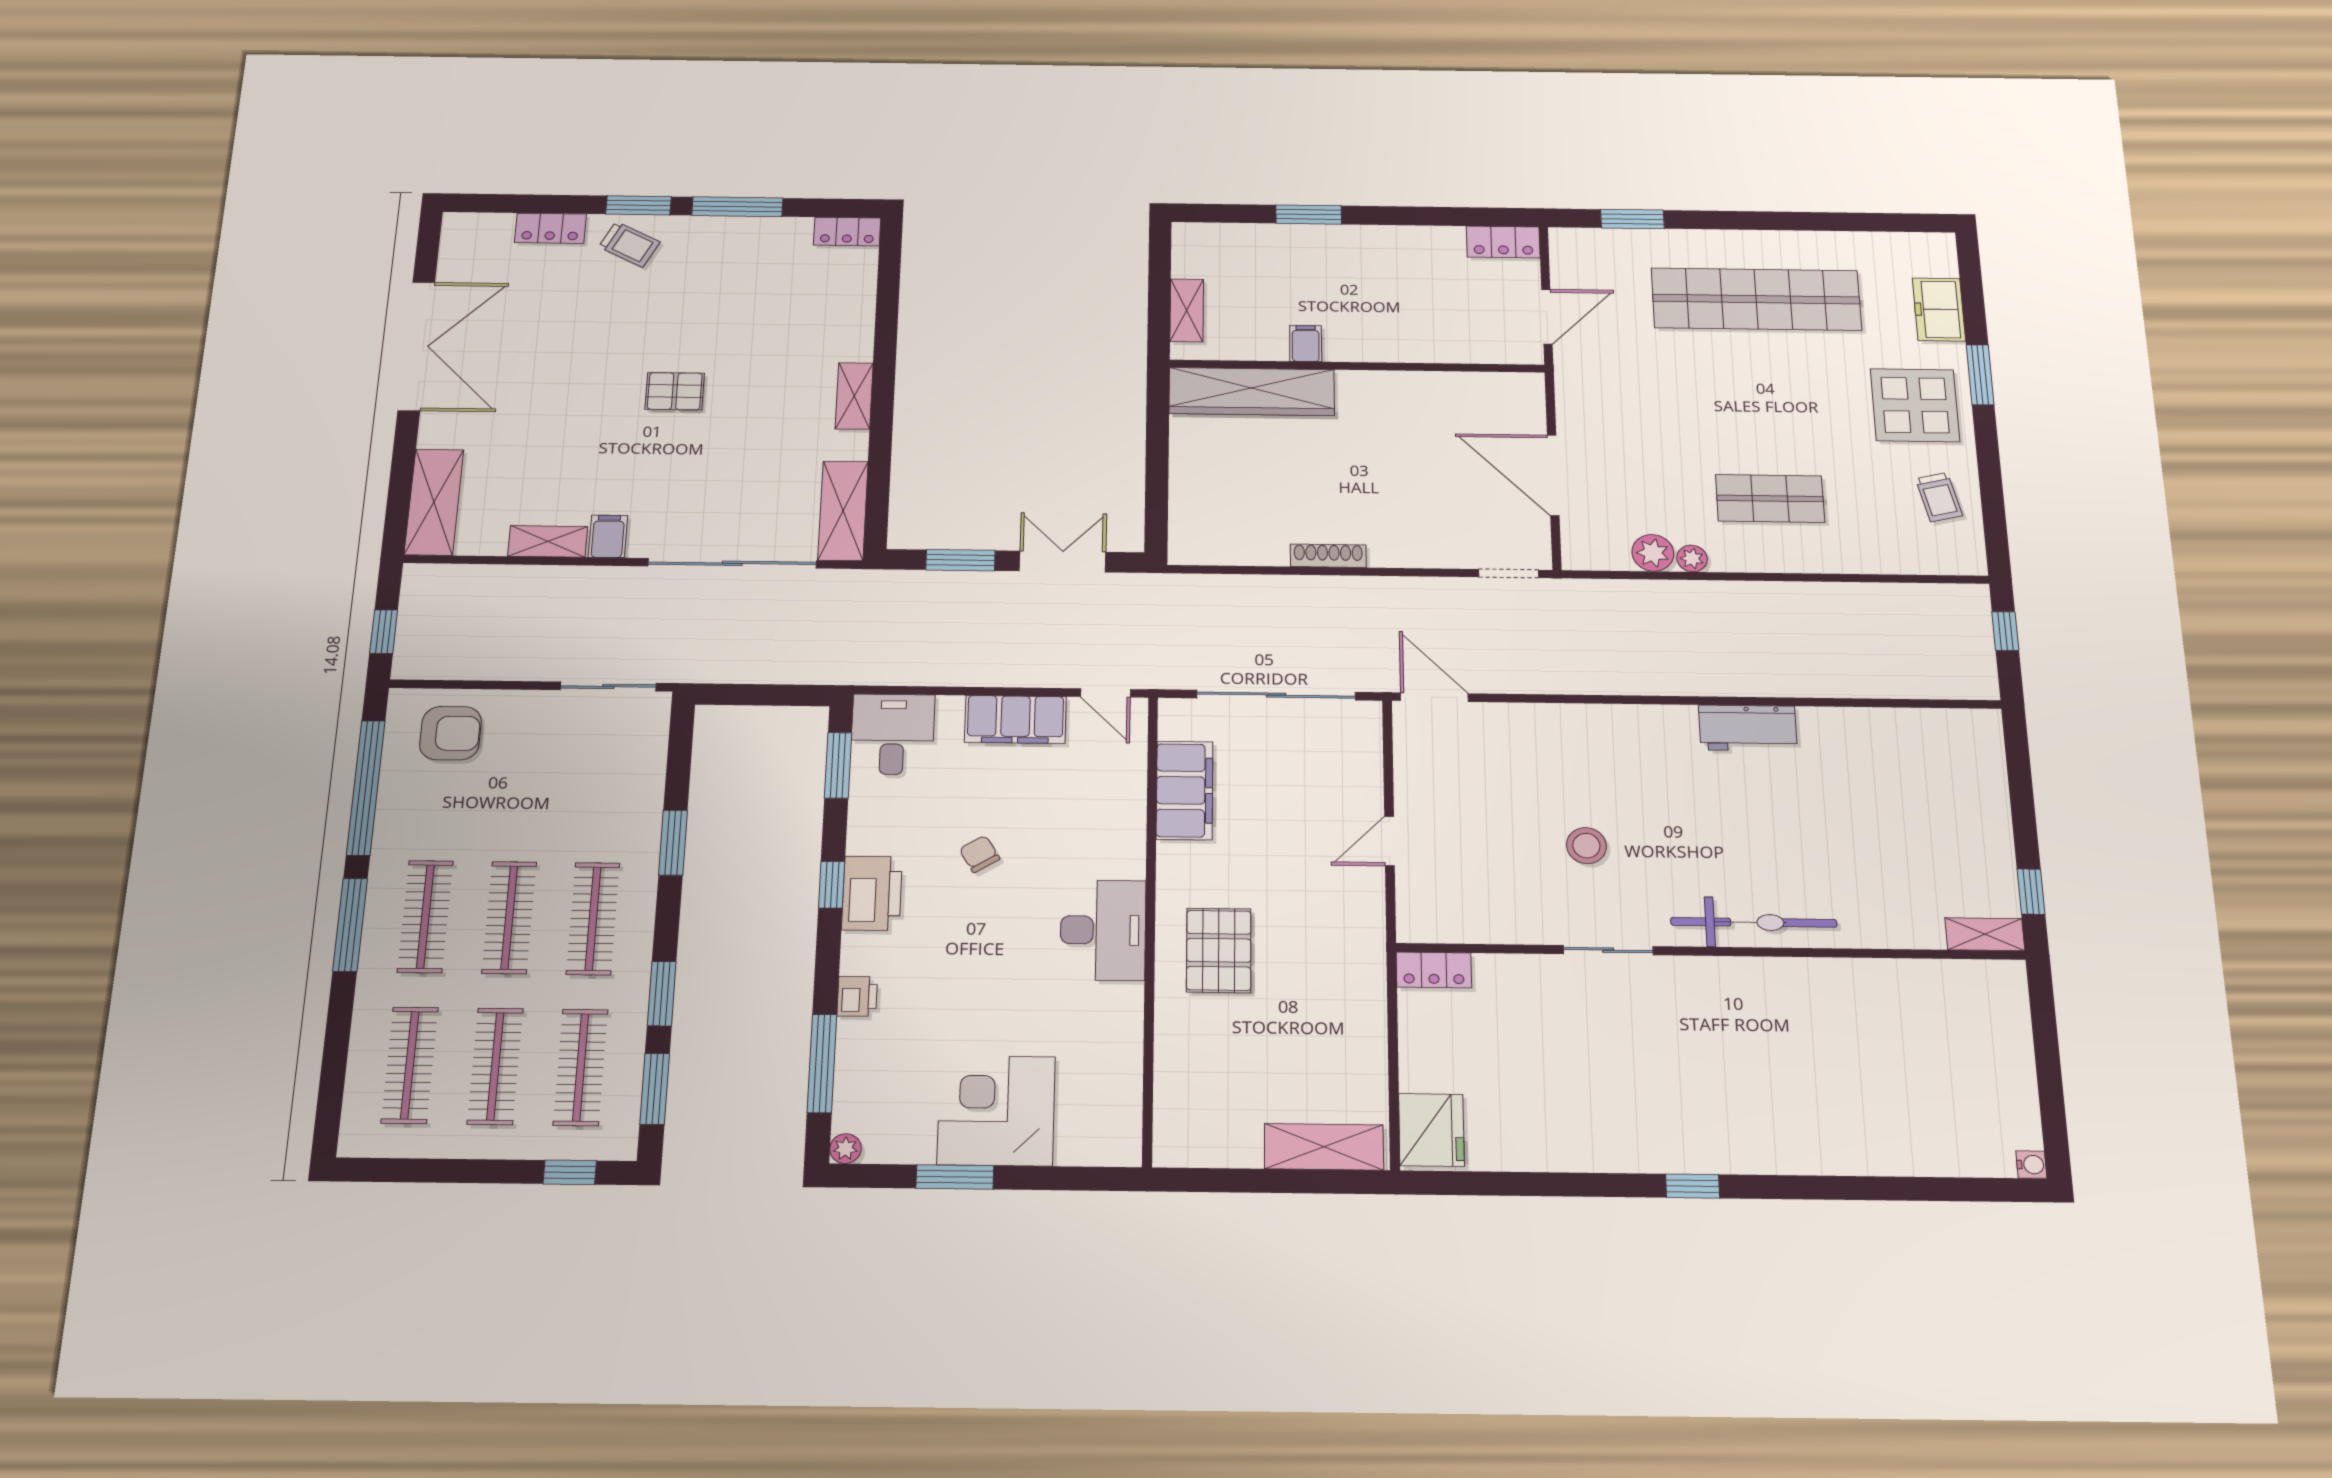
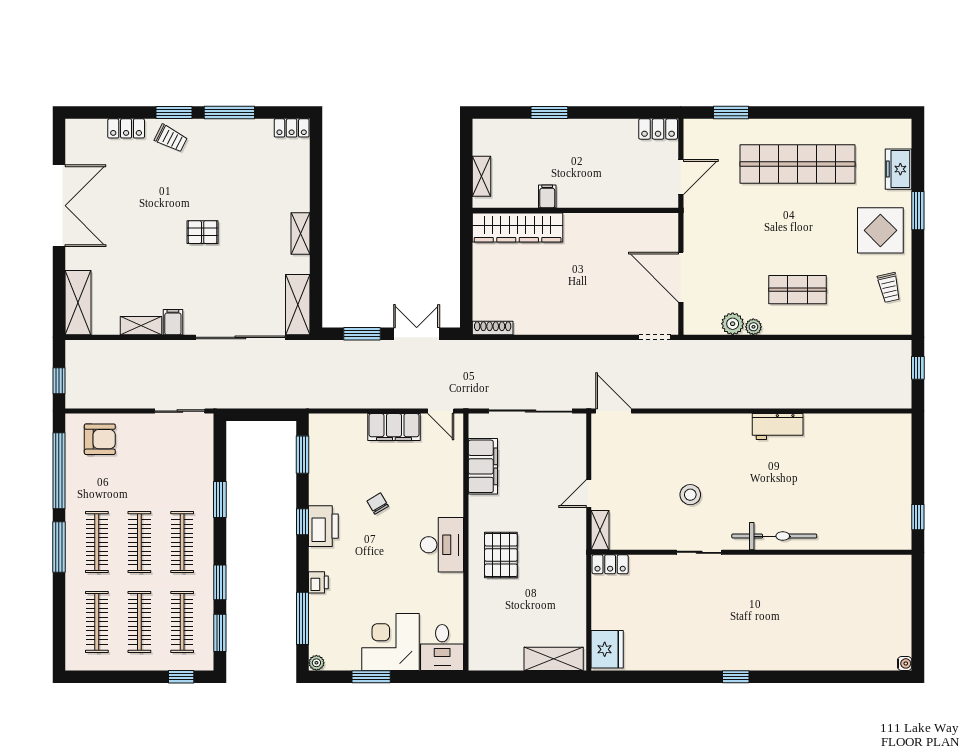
shoe rack: (1328, 556) -> (493, 328), moved
desk: (892, 734) -> (442, 648), moved, turned 180
shelving: (1985, 934) -> (600, 530), moved, turned 90

